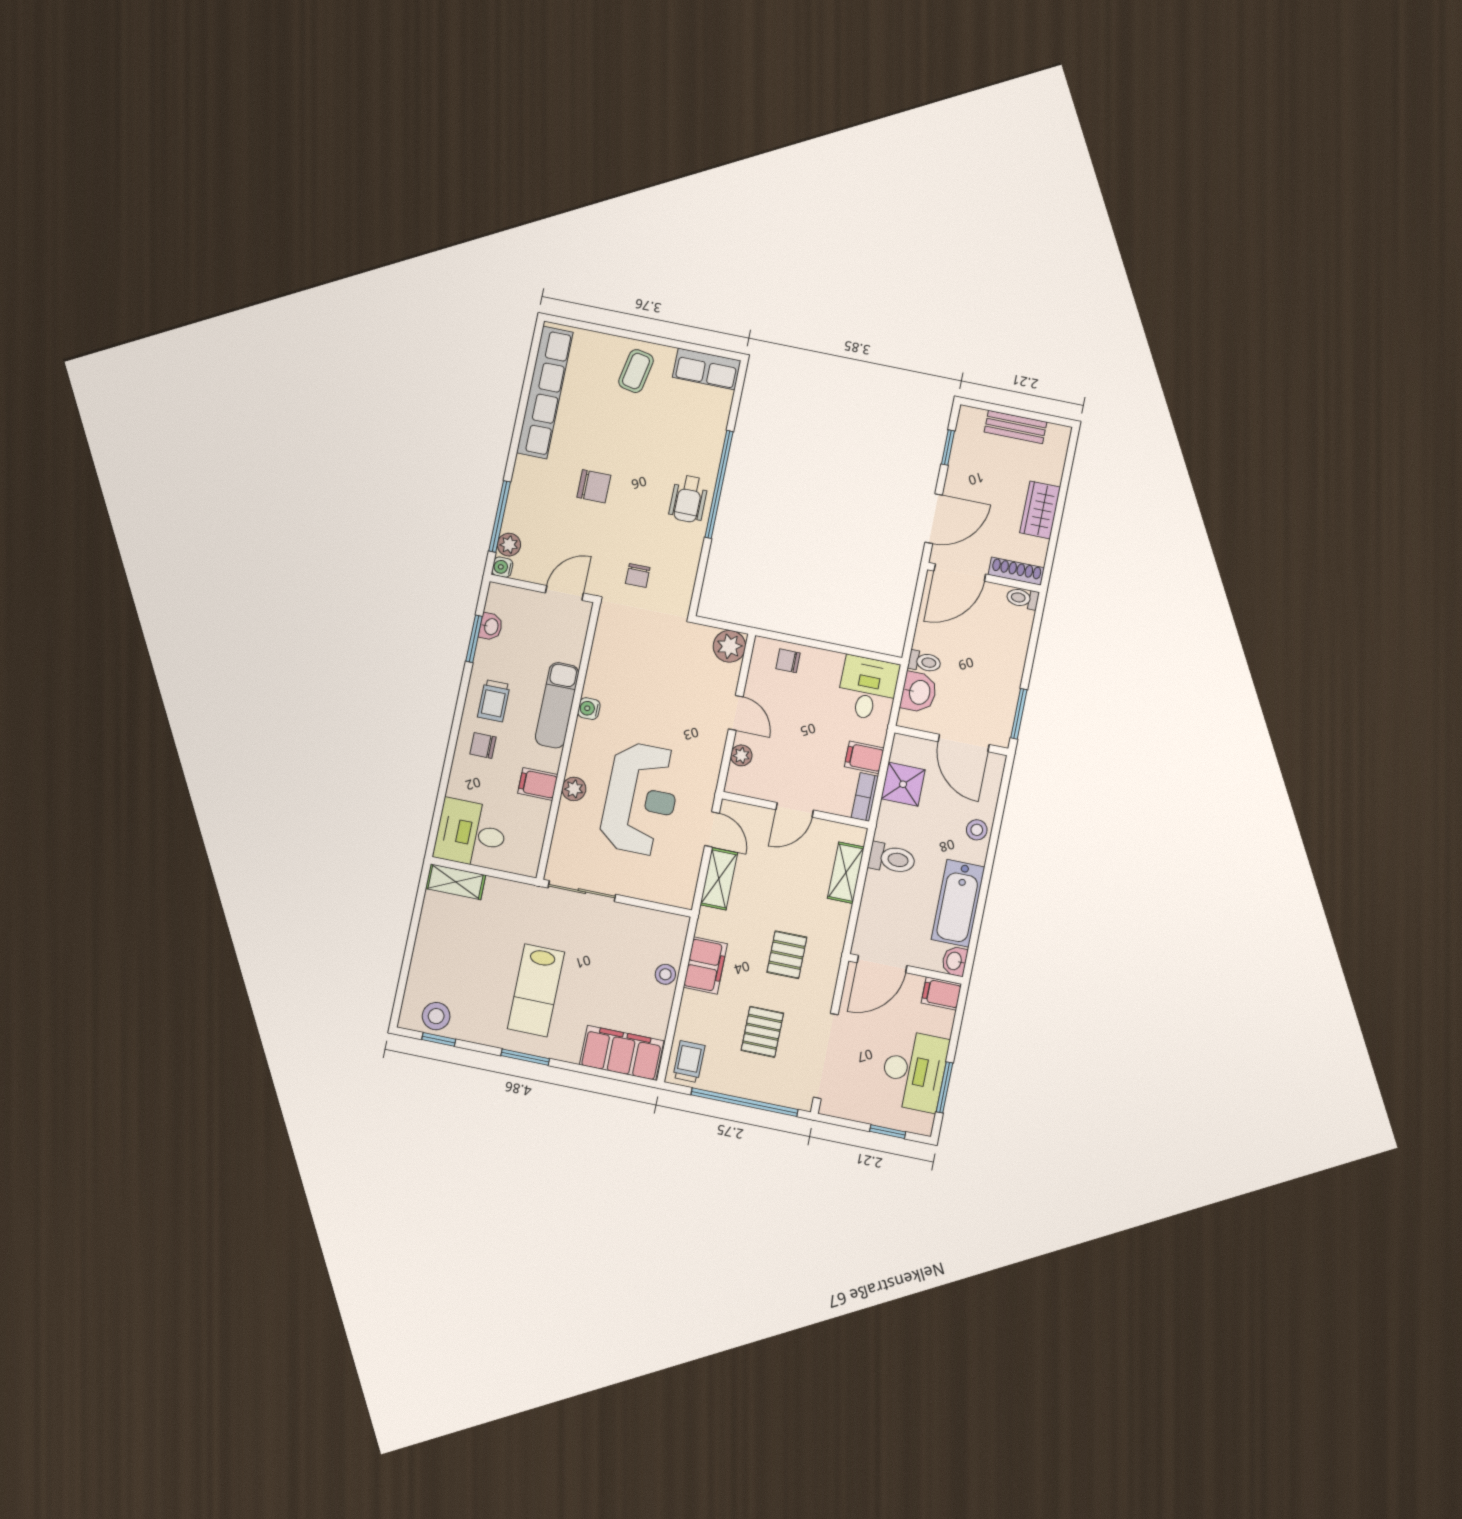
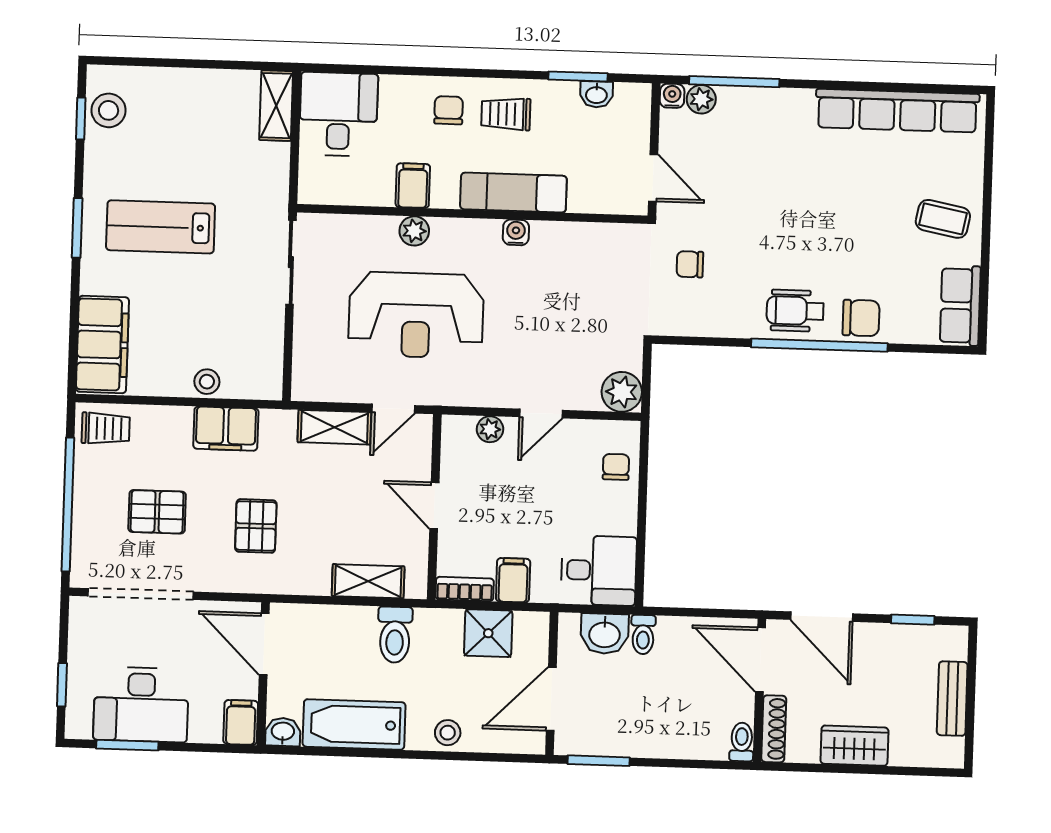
chair: (594, 486) -> (861, 318), moved, turned -90
pallet: (787, 955) -> (256, 526), turned 90

